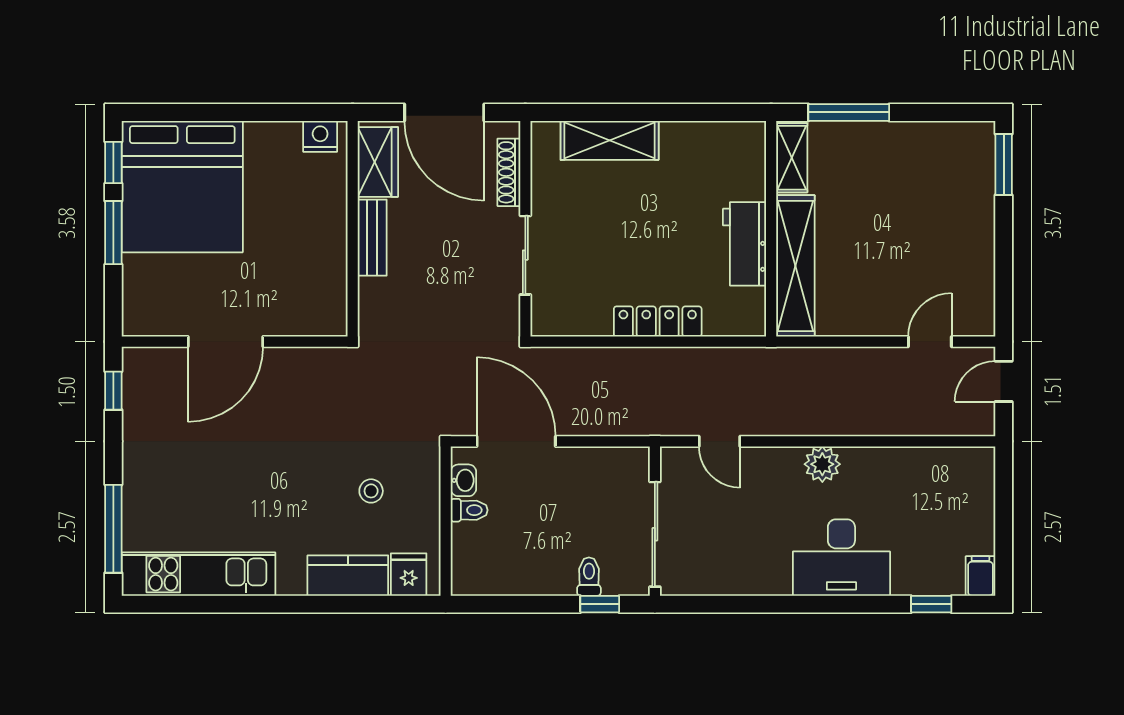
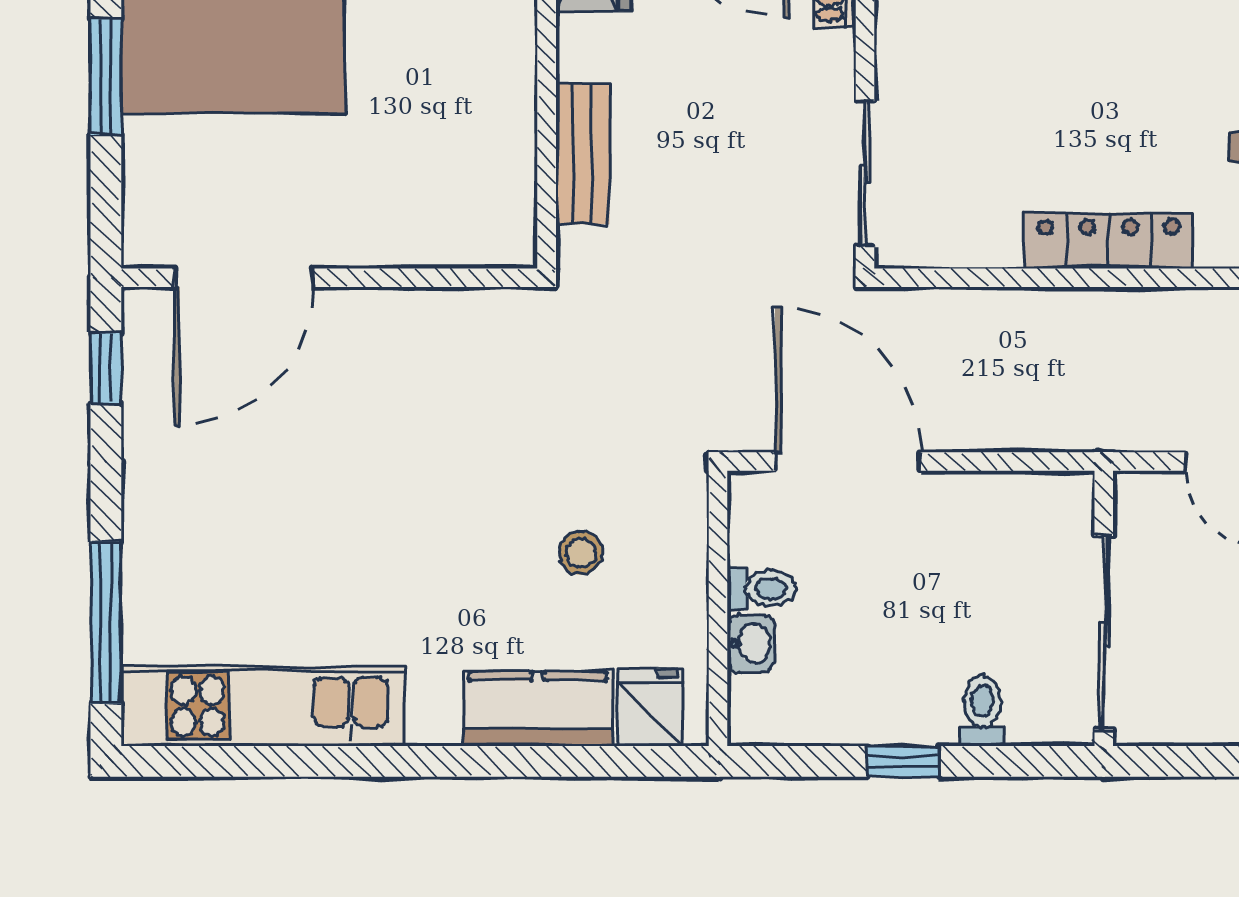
bench: (372, 238) -> (583, 154), moved
sliding door: (525, 255) -> (865, 174), moved
door: (226, 342) -> (244, 278), moved
washbasin: (463, 480) -> (751, 644), moved
window: (600, 604) -> (903, 761), moved

